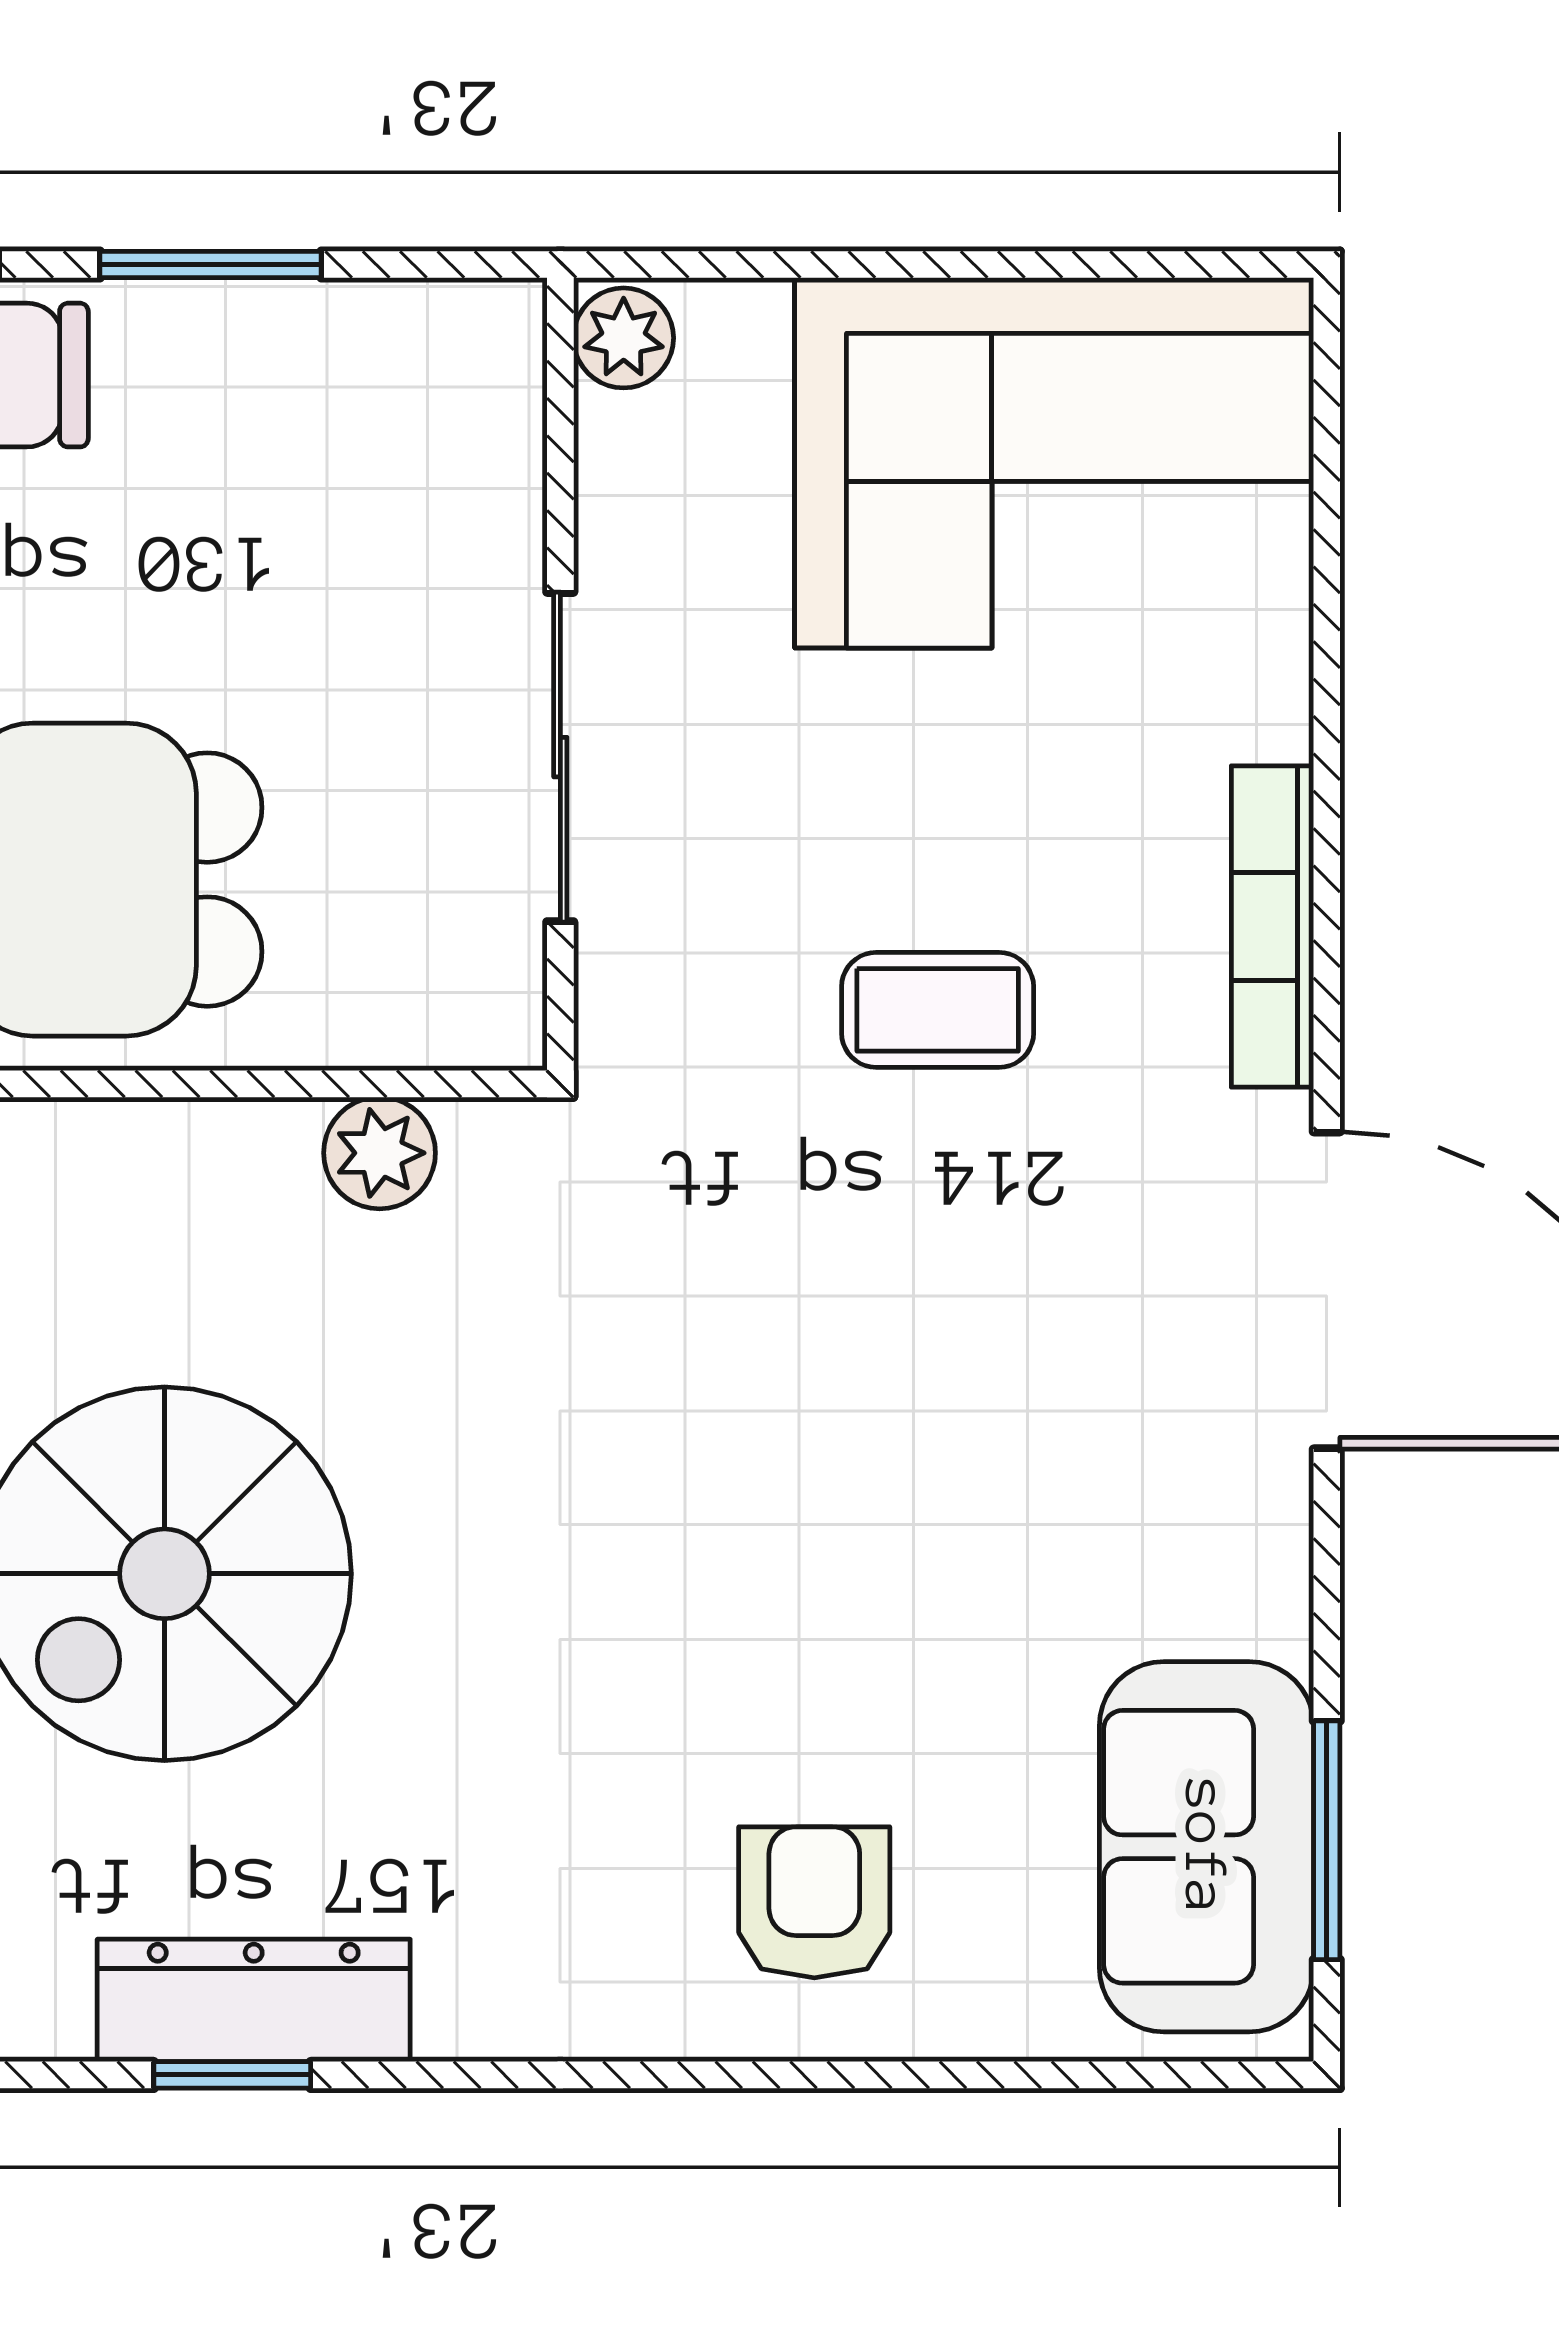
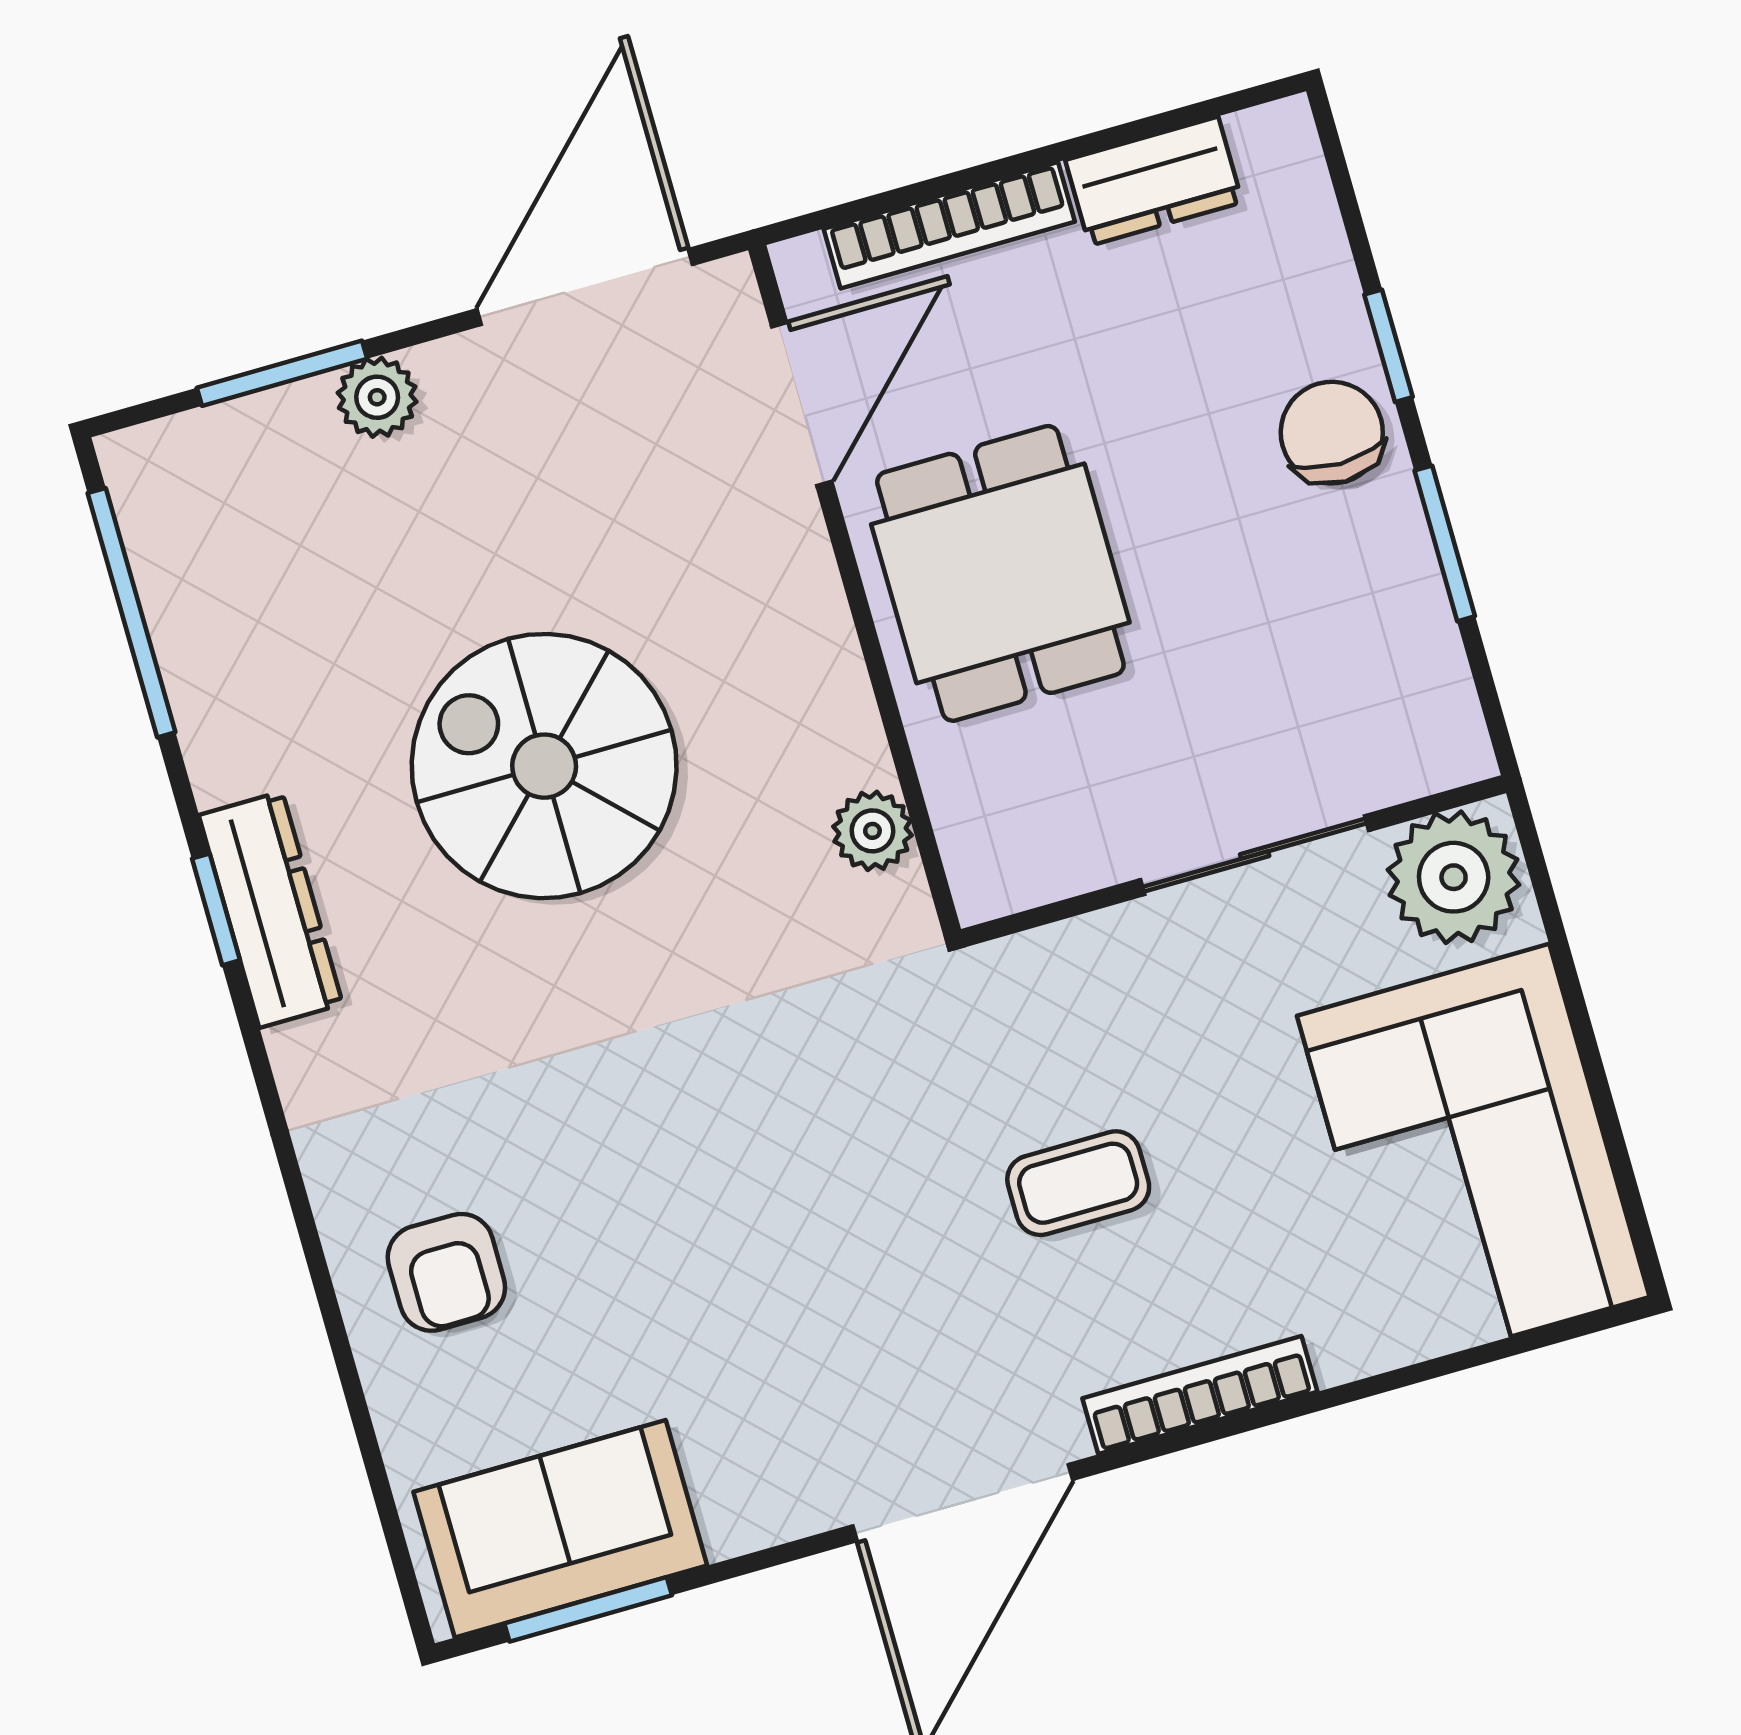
plant: (624, 338) -> (1454, 877), width x1.88, depth x1.88
sliding door: (560, 757) -> (1255, 855), moved
coffee table: (938, 1010) -> (1078, 1183), turned 90
armchair: (814, 1902) -> (446, 1272), turned 90

